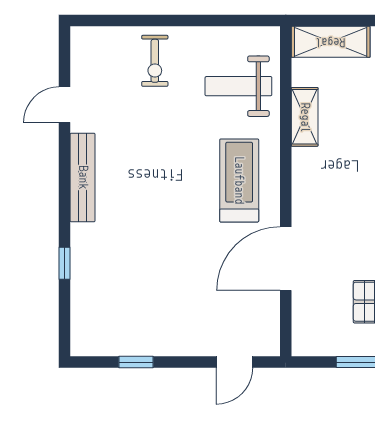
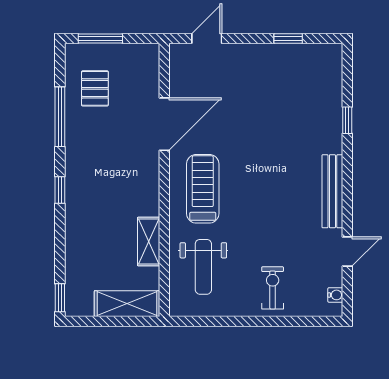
water cooler: (79, 52) -> (335, 295), added
weight bench: (238, 86) -> (203, 267), turned 90
treadmill: (239, 180) -> (203, 189), turned 180

